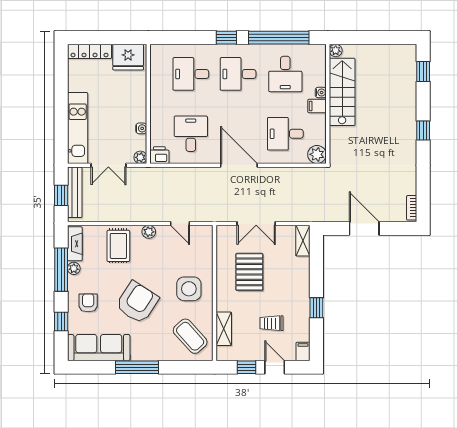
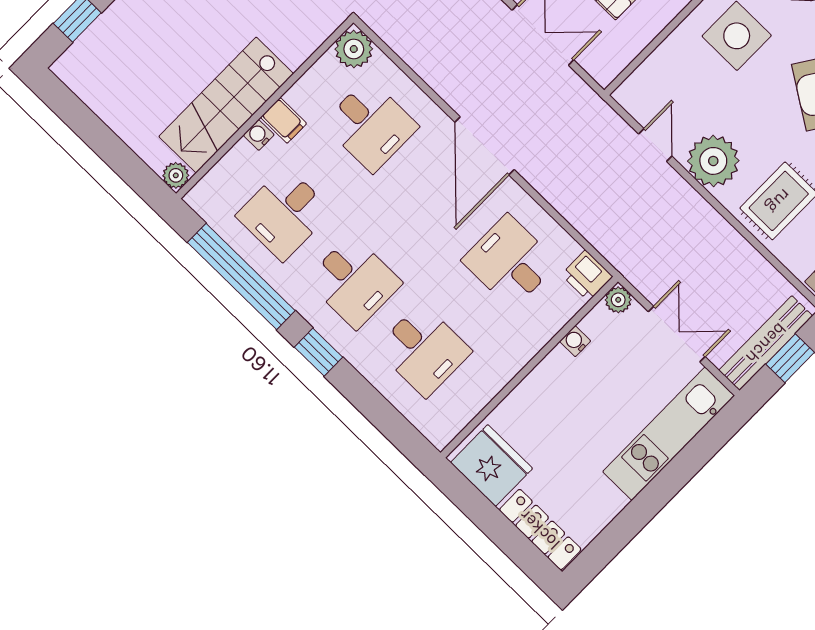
desk: (285, 74) -> (284, 213), turned 180
desk: (191, 134) -> (510, 262), turned 90
plant: (149, 232) -> (713, 161), width x1.88, depth x1.88

